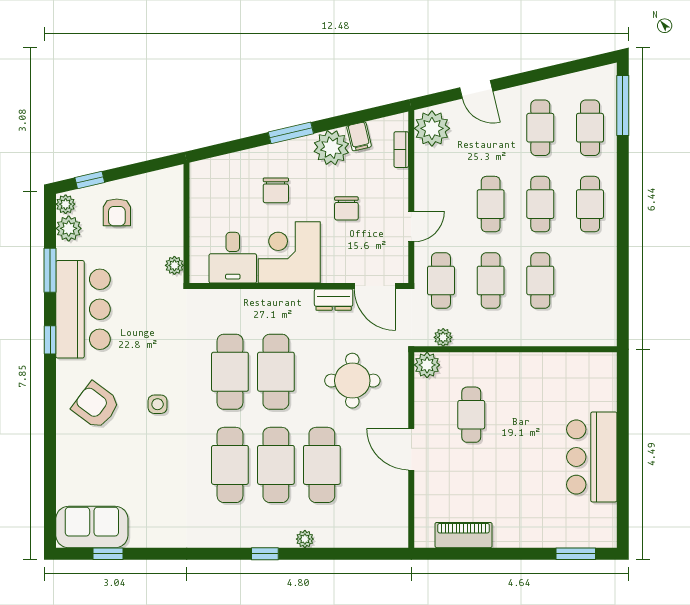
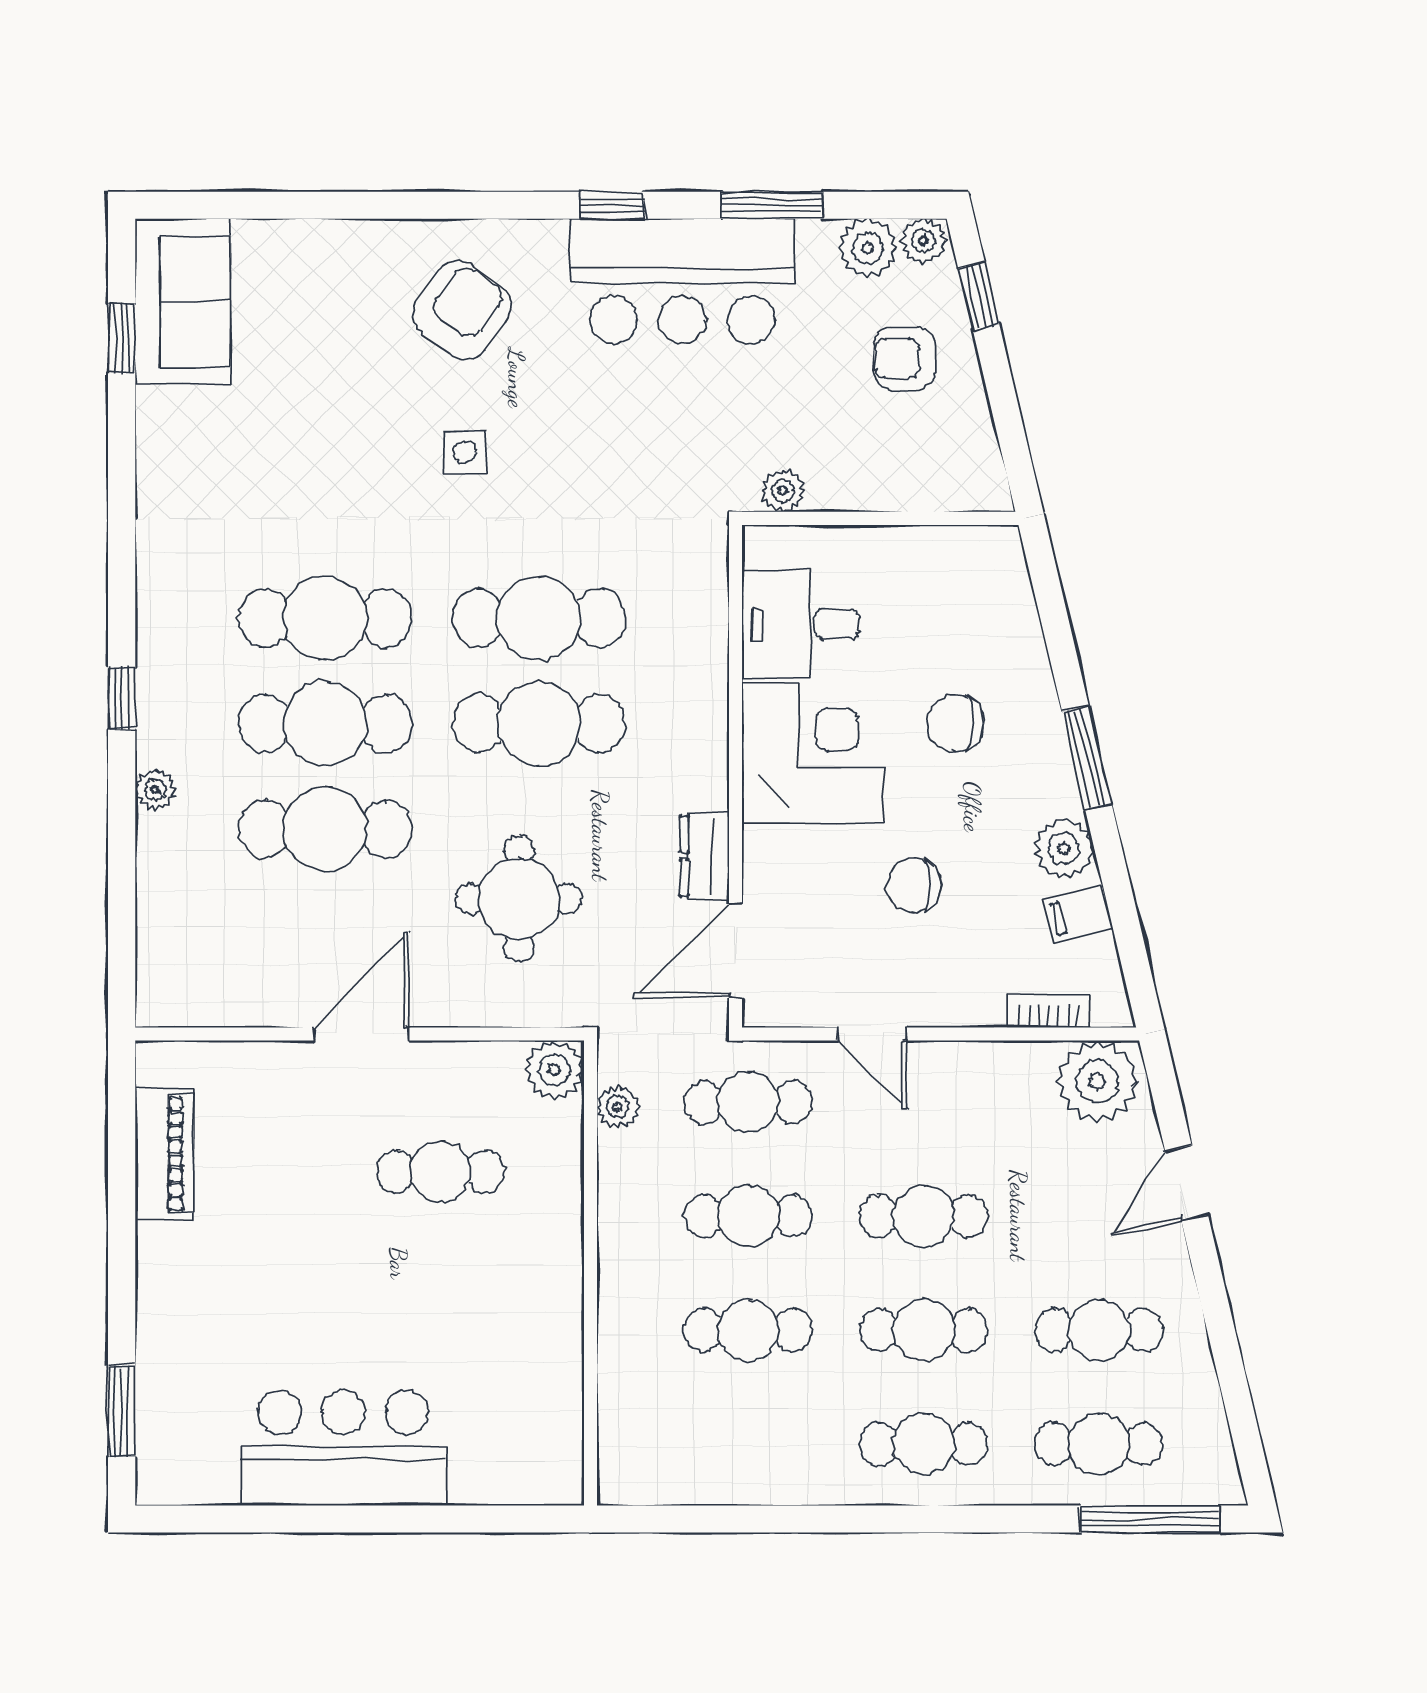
plant: (331, 148) -> (1064, 848), width x0.73, depth x0.73

